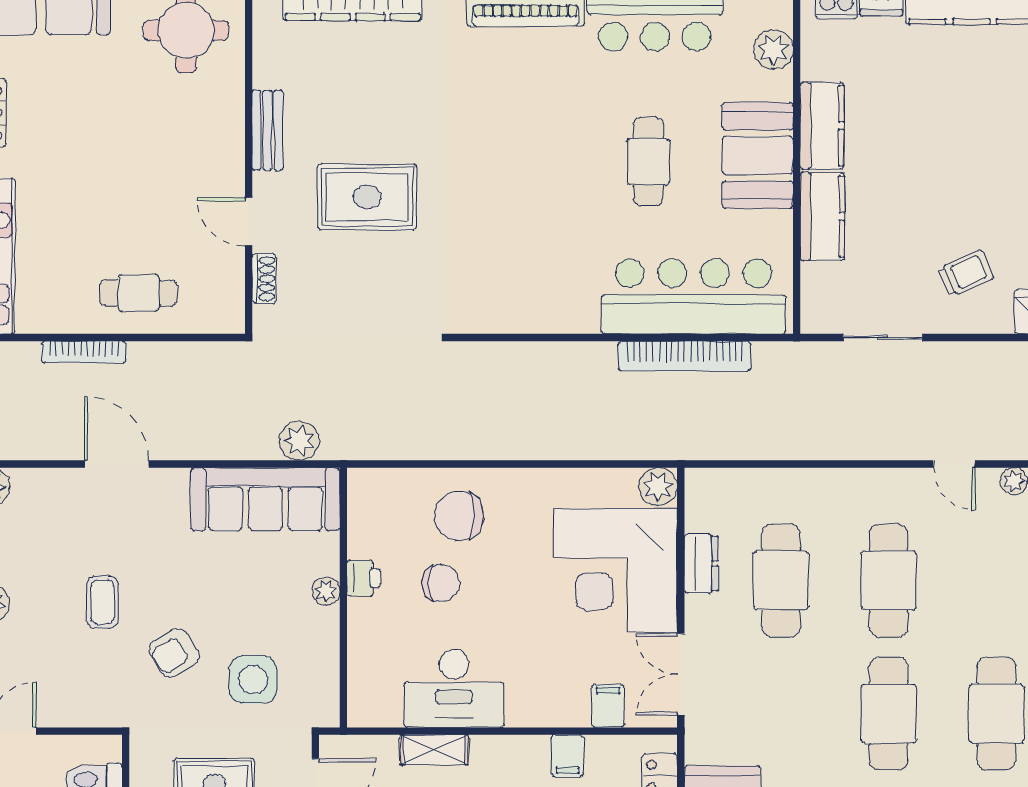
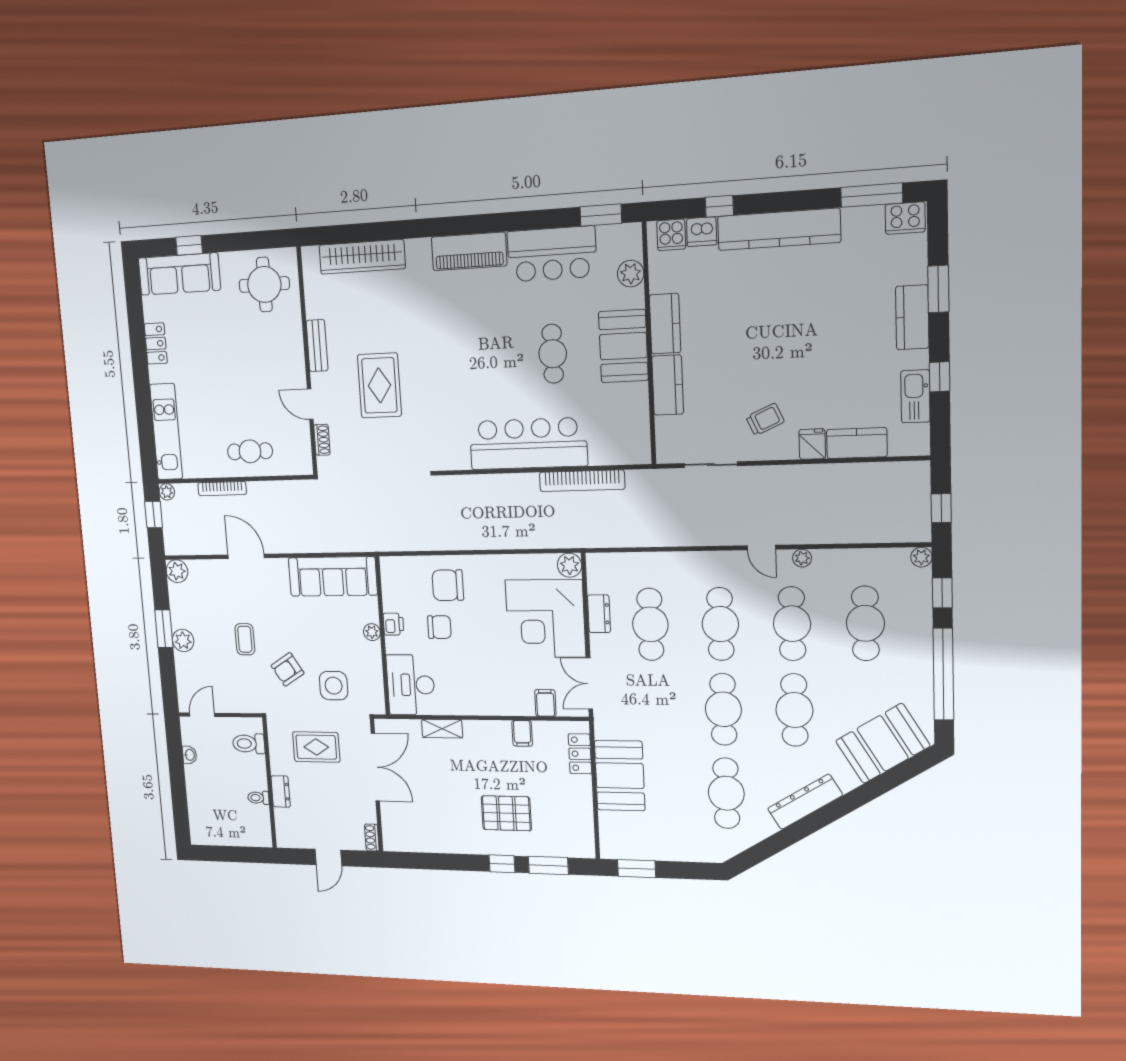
rug: (367, 197) -> (379, 385), turned 90
bar counter: (694, 296) -> (528, 444), moved
plant: (299, 441) -> (350, 540), removed
cafe table: (996, 580) -> (792, 624), added
desk: (454, 688) -> (411, 685), moved, turned 90

